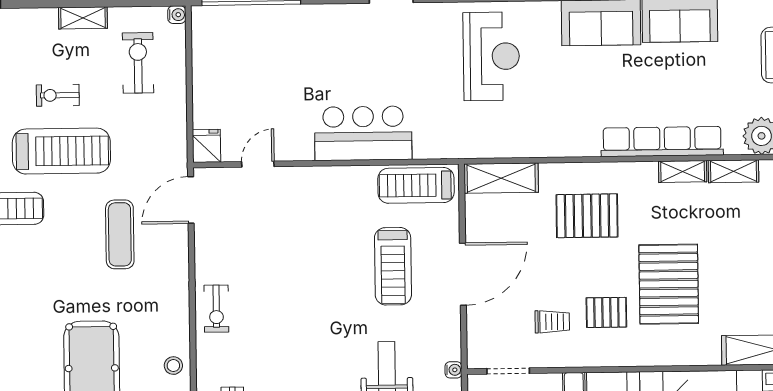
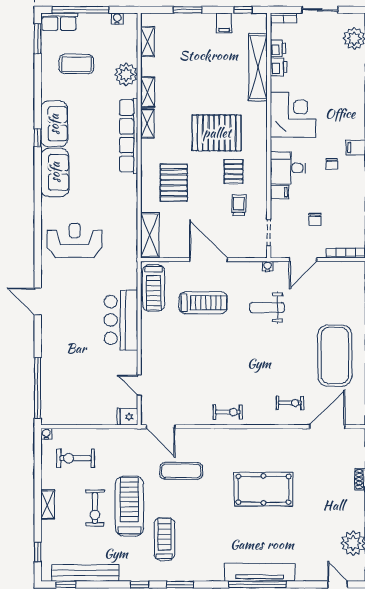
shelving: (83, 18) -> (47, 505), moved
exercise bike: (58, 95) -> (95, 508), width x1.38, depth x1.39
stool: (173, 366) -> (263, 439), removed

